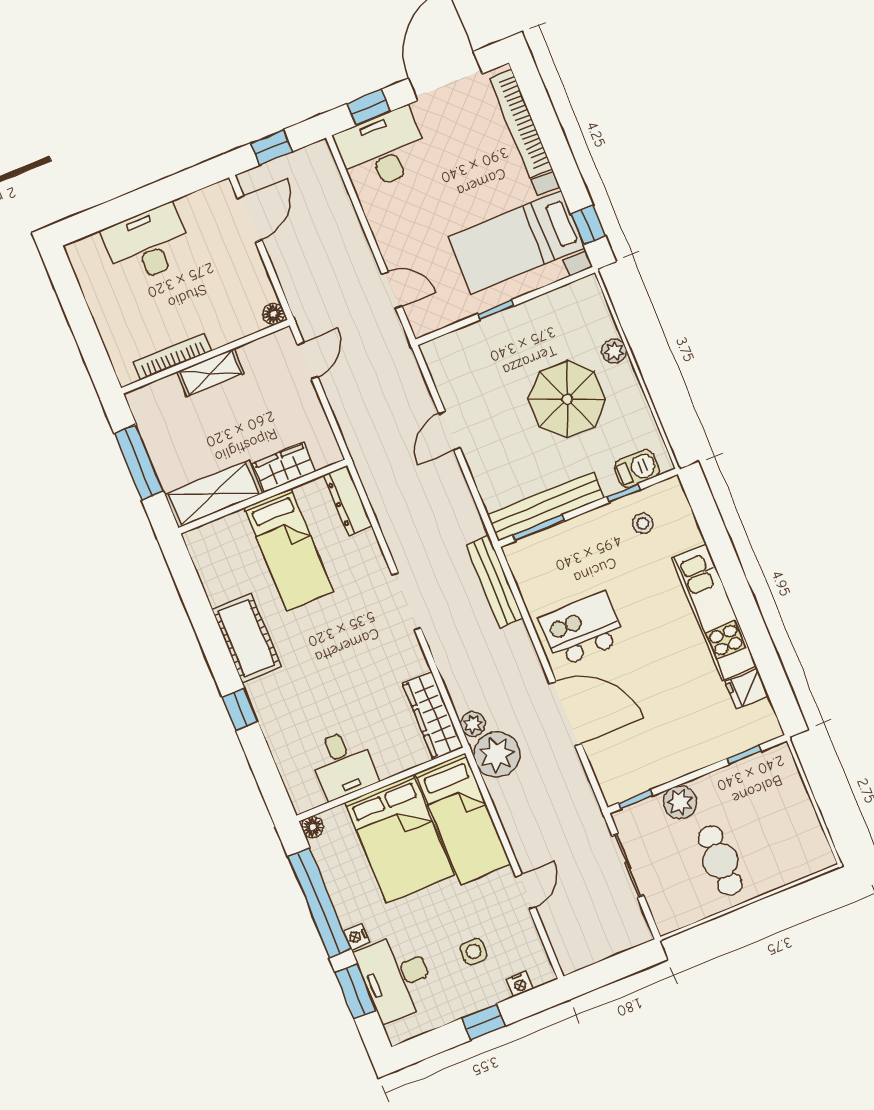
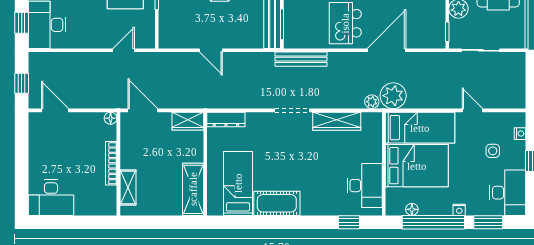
desk: (148, 244) -> (51, 198), moved, turned -90
bookcase: (172, 357) -> (111, 163), moved
door: (308, 361) -> (143, 110), width x1.38
shelving: (210, 373) -> (128, 187), moved
window: (139, 463) -> (160, 222), removed
wardrobe: (284, 468) -> (188, 121), moved, turned -90
bed: (289, 550) -> (238, 183), moved, turned -90
window: (240, 709) -> (349, 222), moved
wardrobe: (433, 715) -> (337, 121), moved
desk: (343, 764) -> (365, 186), width x1.37
floor lamp: (313, 827) -> (412, 209), moved
desk: (396, 977) -> (508, 193), moved, turned -90

